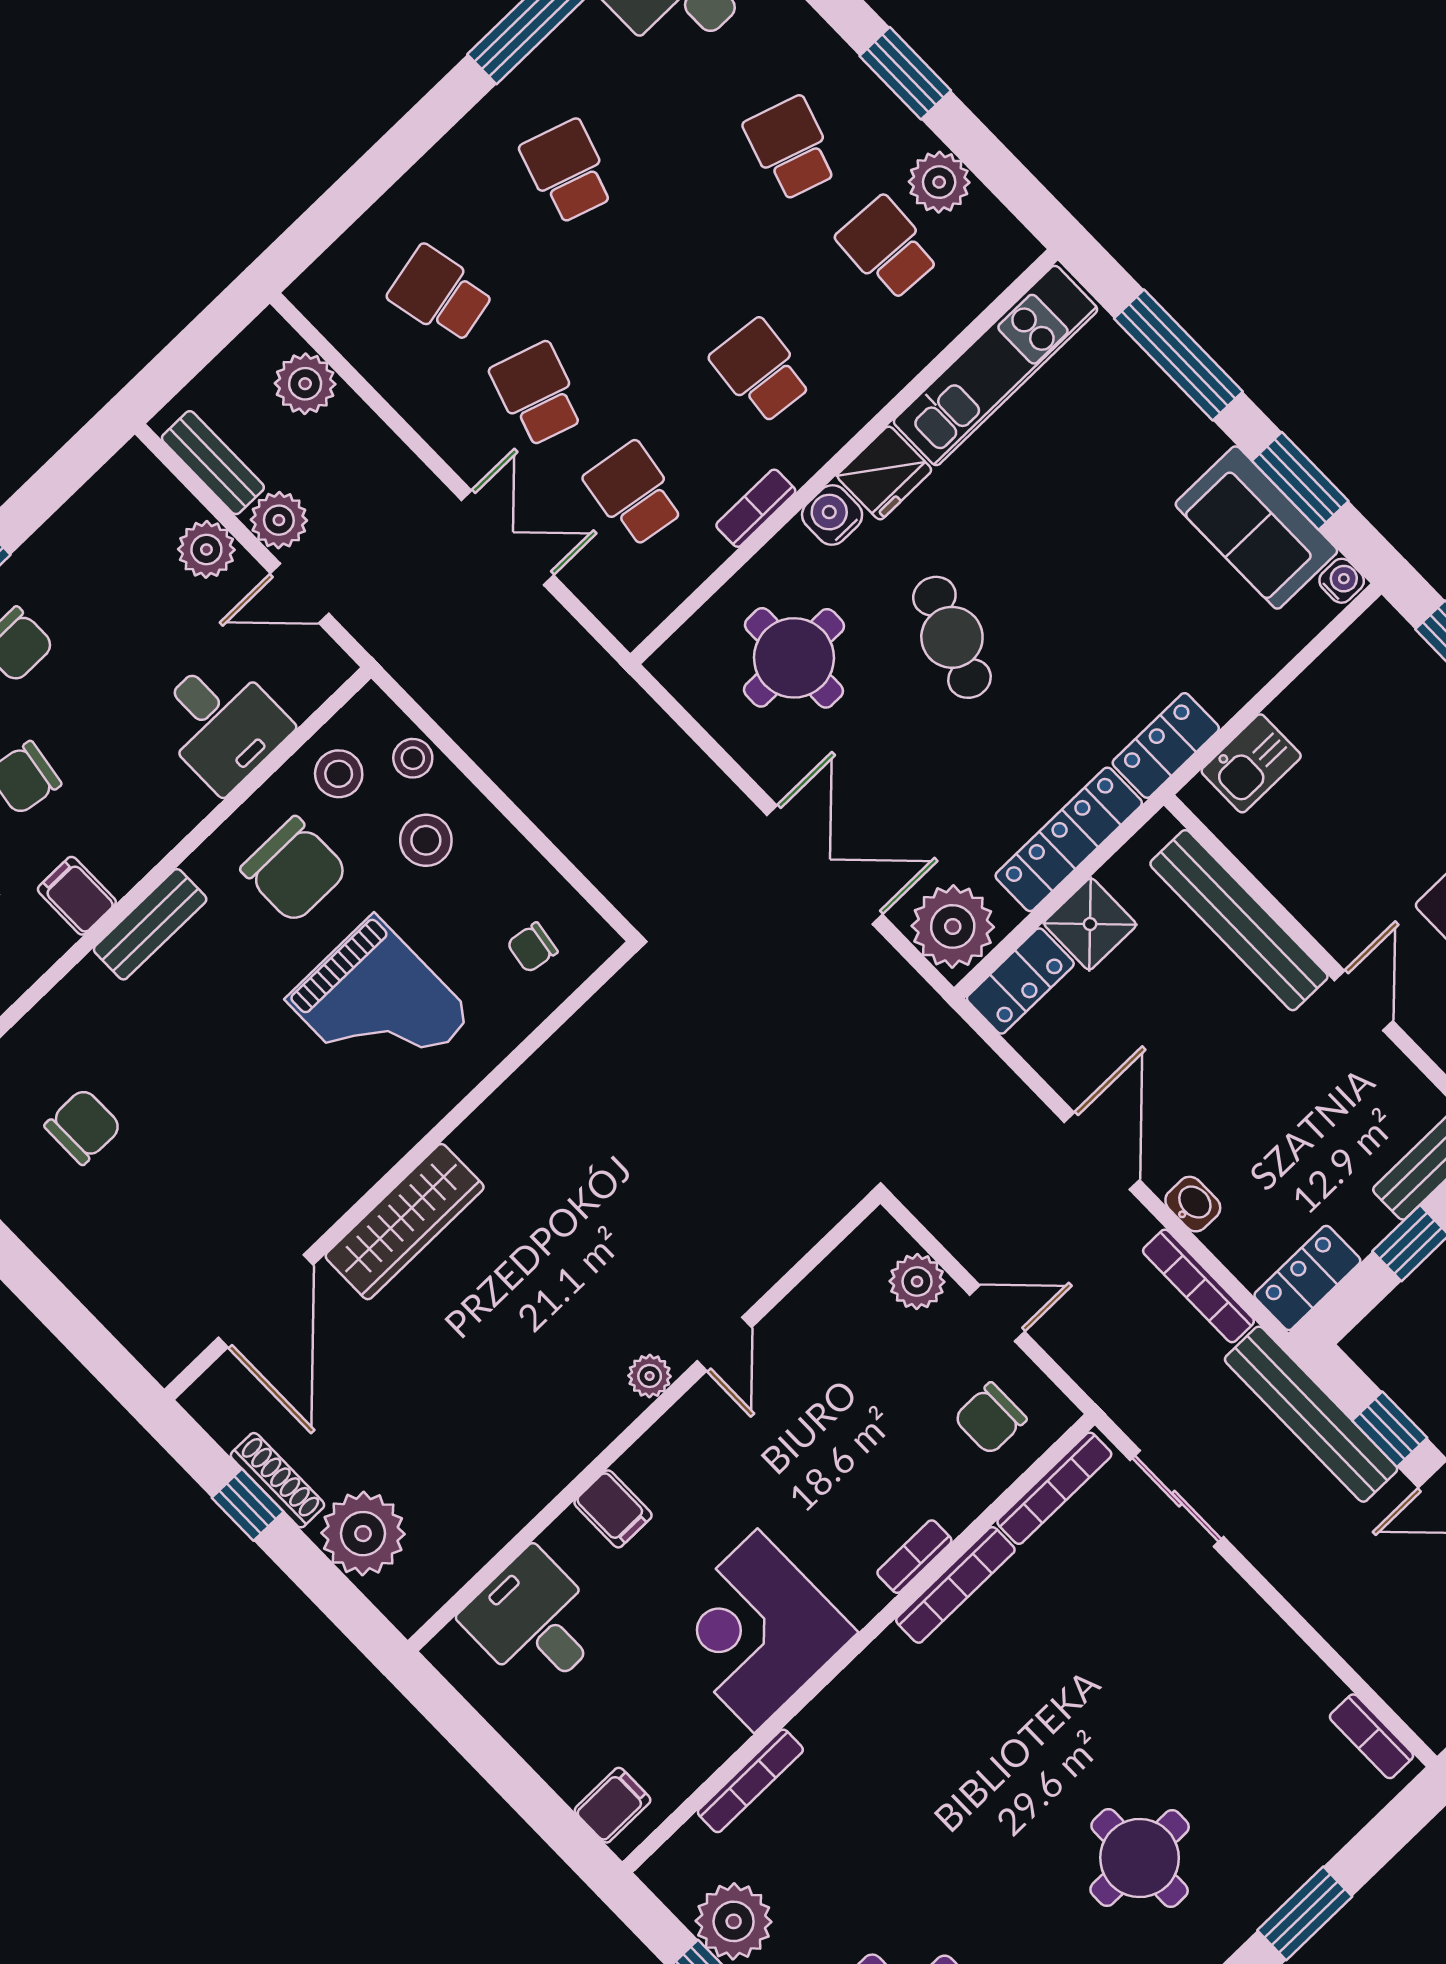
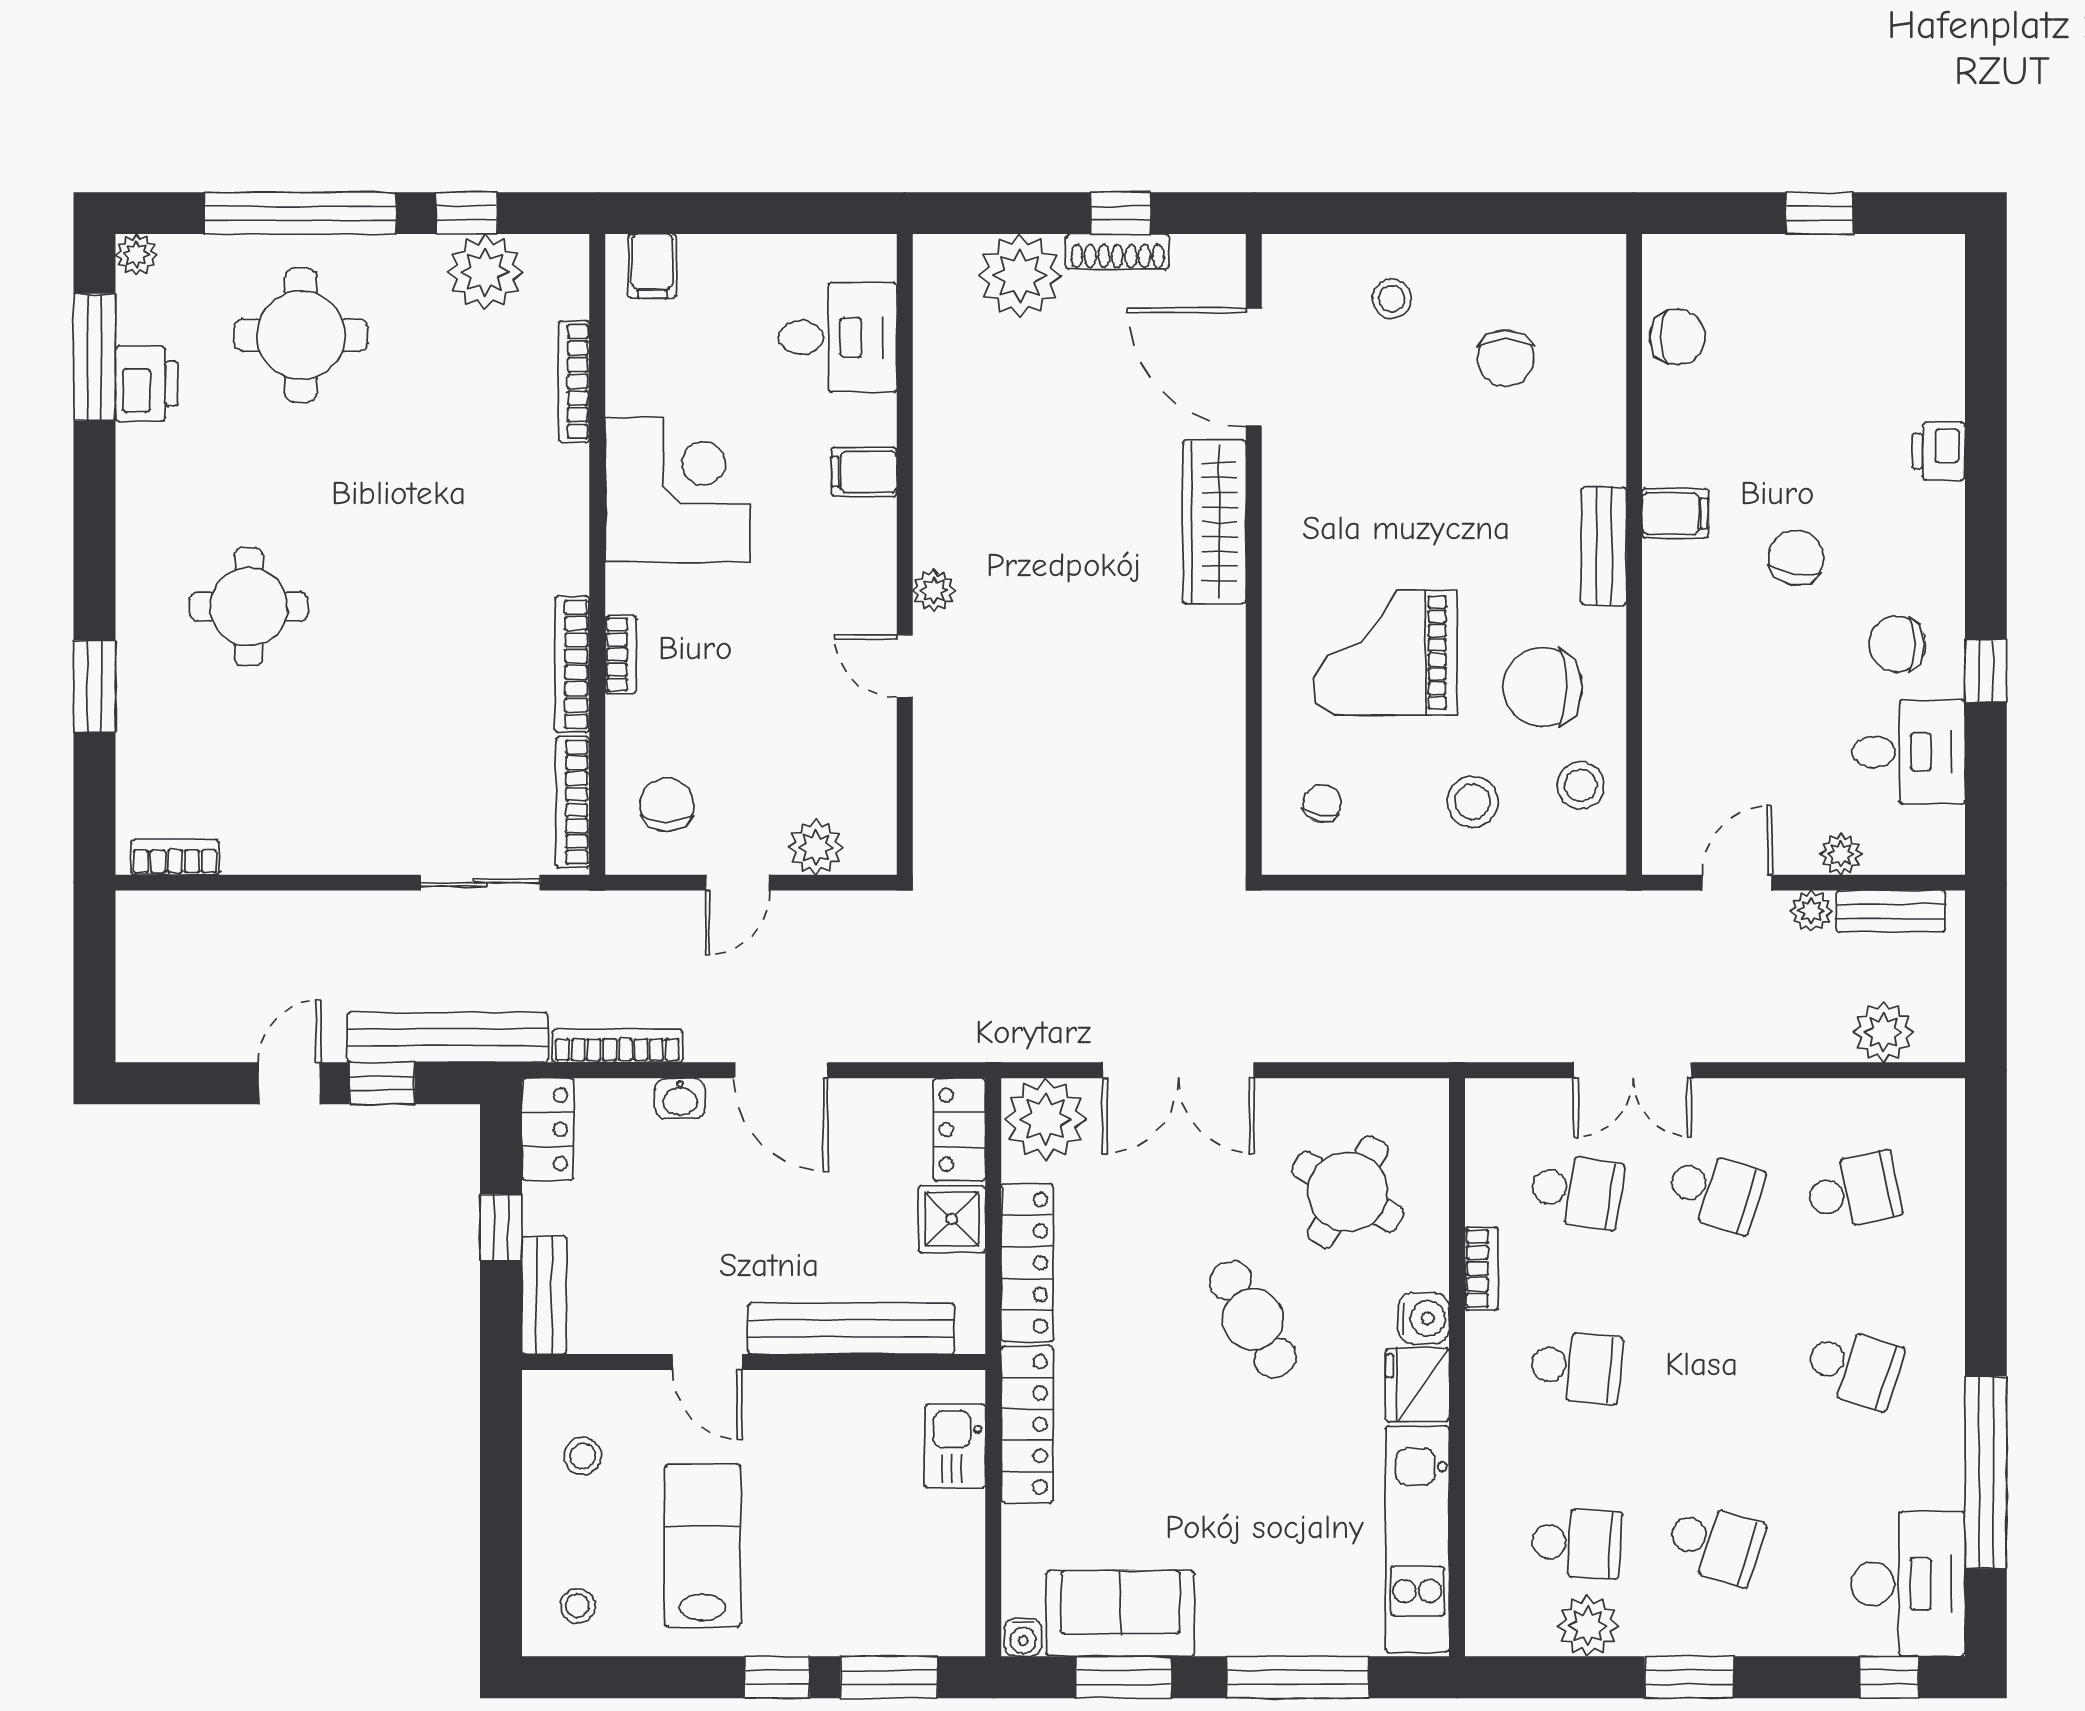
plant: (279, 520) -> (1811, 911), width x0.73, depth x0.73
plant: (206, 549) -> (1841, 854), width x0.73, depth x0.73
cafe table: (952, 637) -> (1253, 1319), turned 39
round table: (794, 658) -> (1348, 1192), turned 31
desk: (221, 723) -> (1909, 752), moved, turned 180
locker: (1166, 745) -> (1027, 1424), width x1.53
stool: (413, 758) -> (1392, 299), moved

